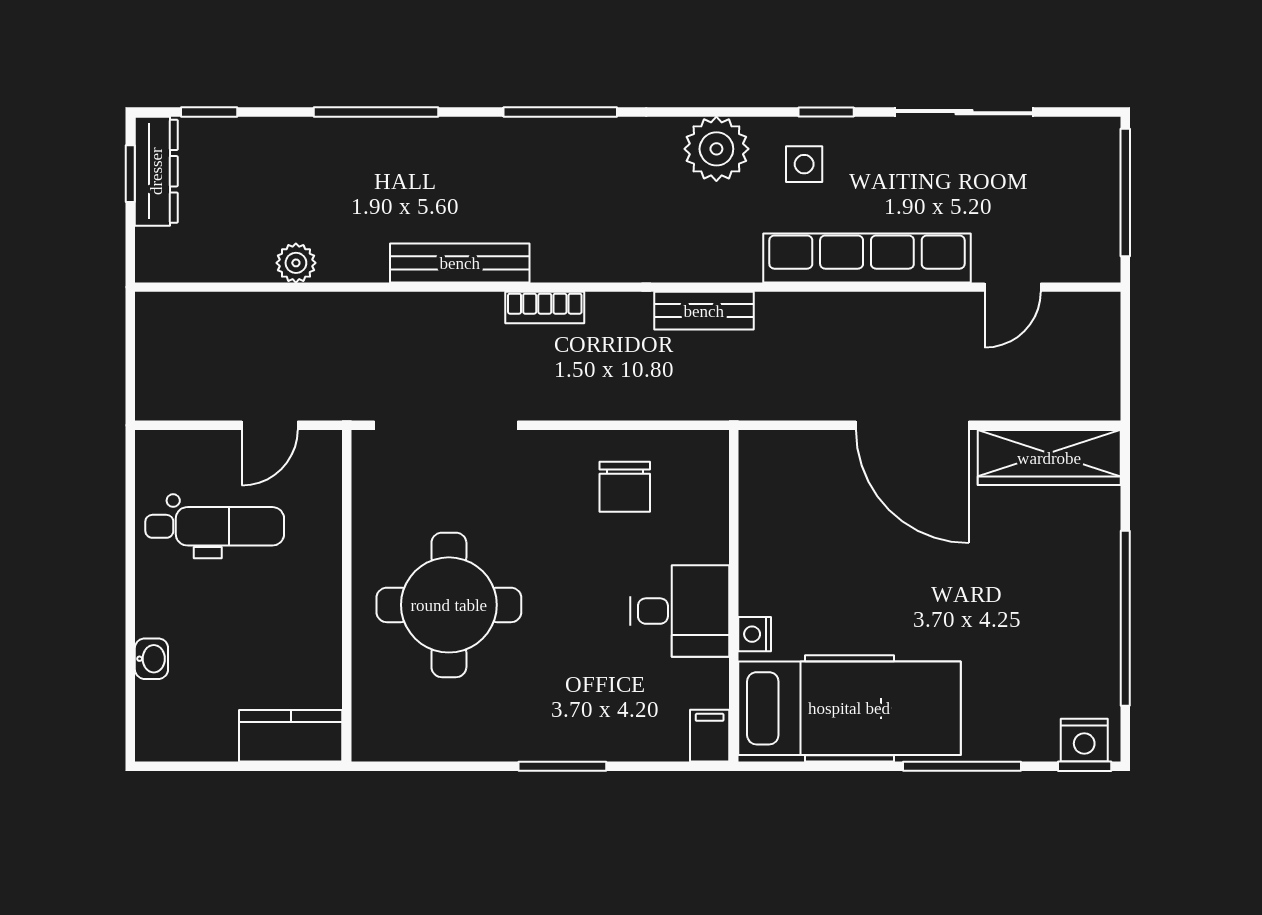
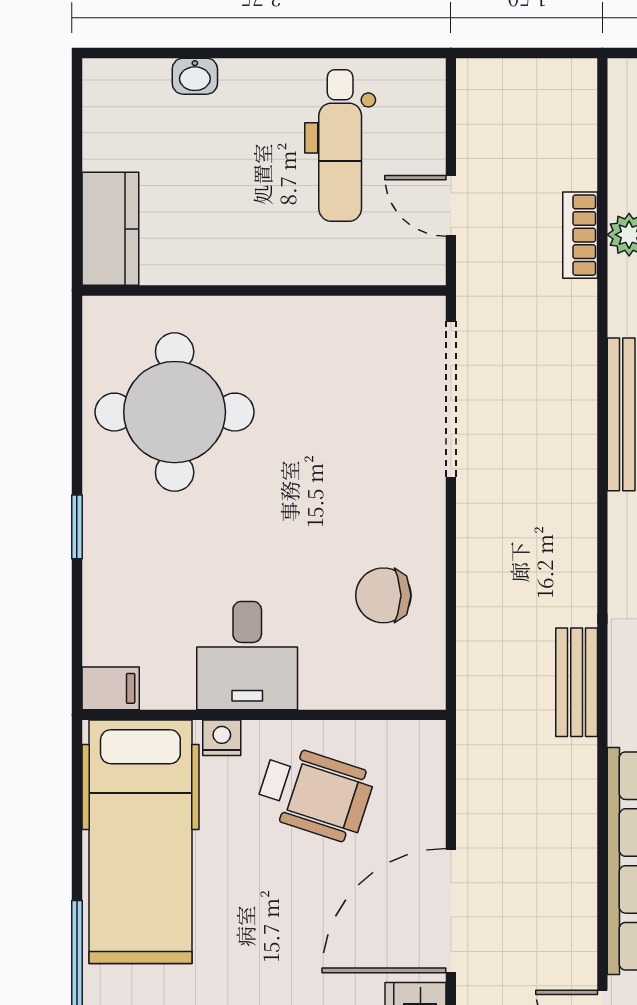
bookcase: (545, 307) -> (580, 235), moved
wheelchair: (805, 549) -> (315, 793), added
round table: (449, 605) -> (175, 412), moved
window: (562, 766) -> (77, 527), width x0.67

